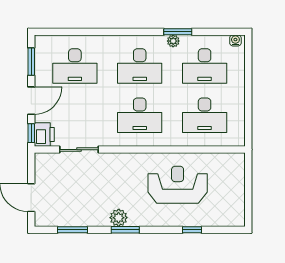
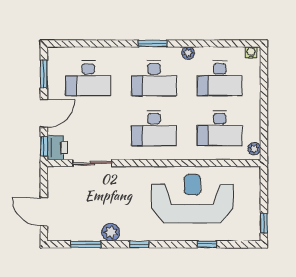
window: (178, 32) -> (153, 43), moved
plant: (239, 135) -> (254, 149), added
reception desk: (178, 185) -> (192, 199), width x1.36, depth x1.30
window: (248, 209) -> (264, 223), added
plant: (119, 218) -> (111, 232), moved
window: (125, 230) -> (139, 244), width x0.67

